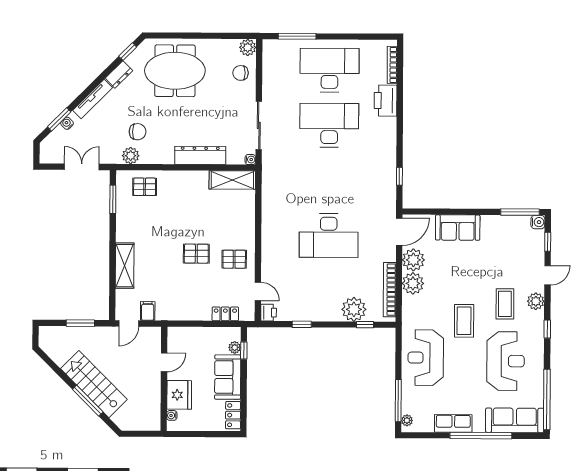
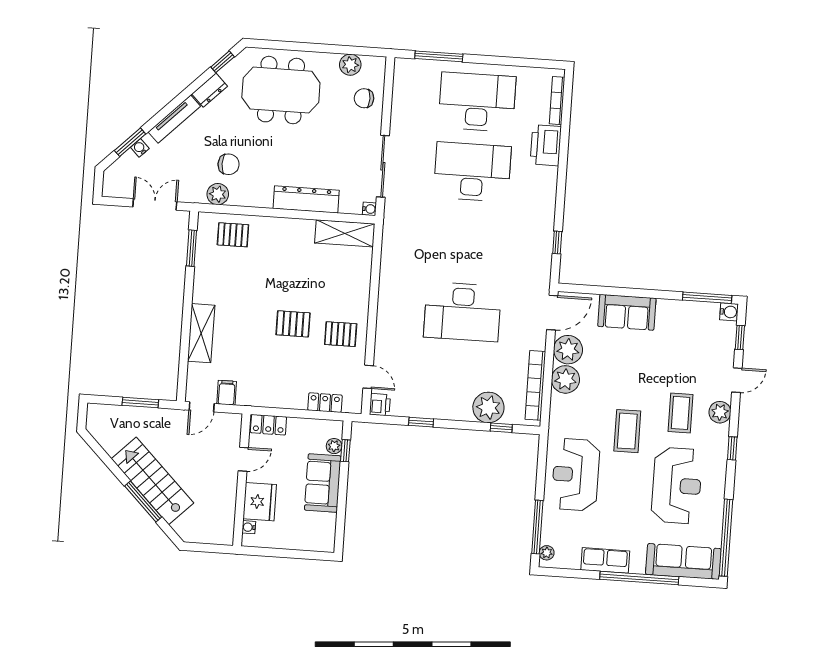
plant: (248, 47) -> (350, 65), moved
locker: (233, 415) -> (268, 425), moved, turned -90

